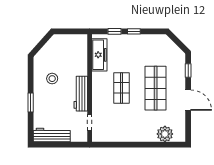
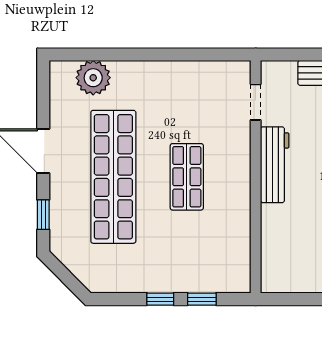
freezer: (99, 55) -> (235, 249), removed
shop shelf: (156, 88) -> (113, 177), width x1.40

